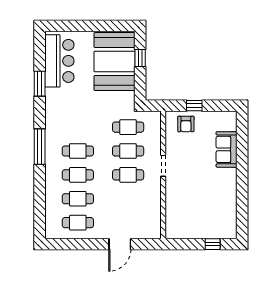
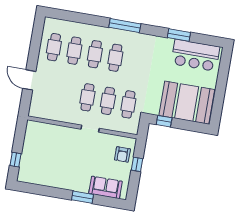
window: (140, 58) -> (164, 121), moved
armchair: (186, 124) -> (122, 154), turned -90
sofa: (227, 149) -> (105, 187), moved
window: (242, 161) -> (82, 197), added

